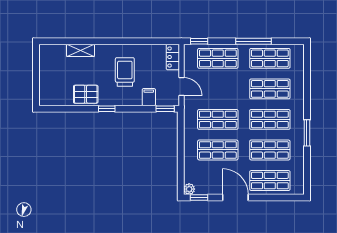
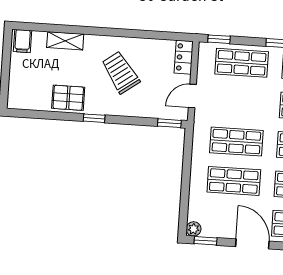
trolley: (125, 72) -> (121, 72), turned -36
door: (181, 87) -> (192, 96), swing flipped
filing cabinet: (149, 97) -> (23, 41), moved, turned 180

